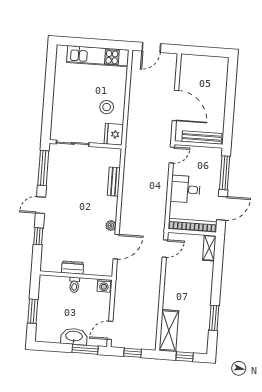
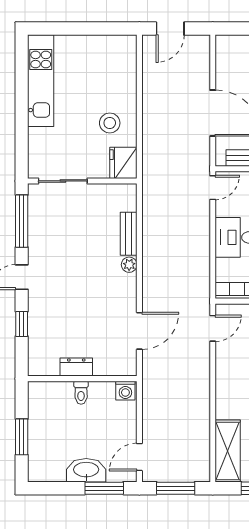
kitchen unit: (98, 56) -> (41, 81), moved, turned -90
plant: (111, 226) -> (129, 265), moved
window: (133, 353) -> (176, 488), width x1.50

